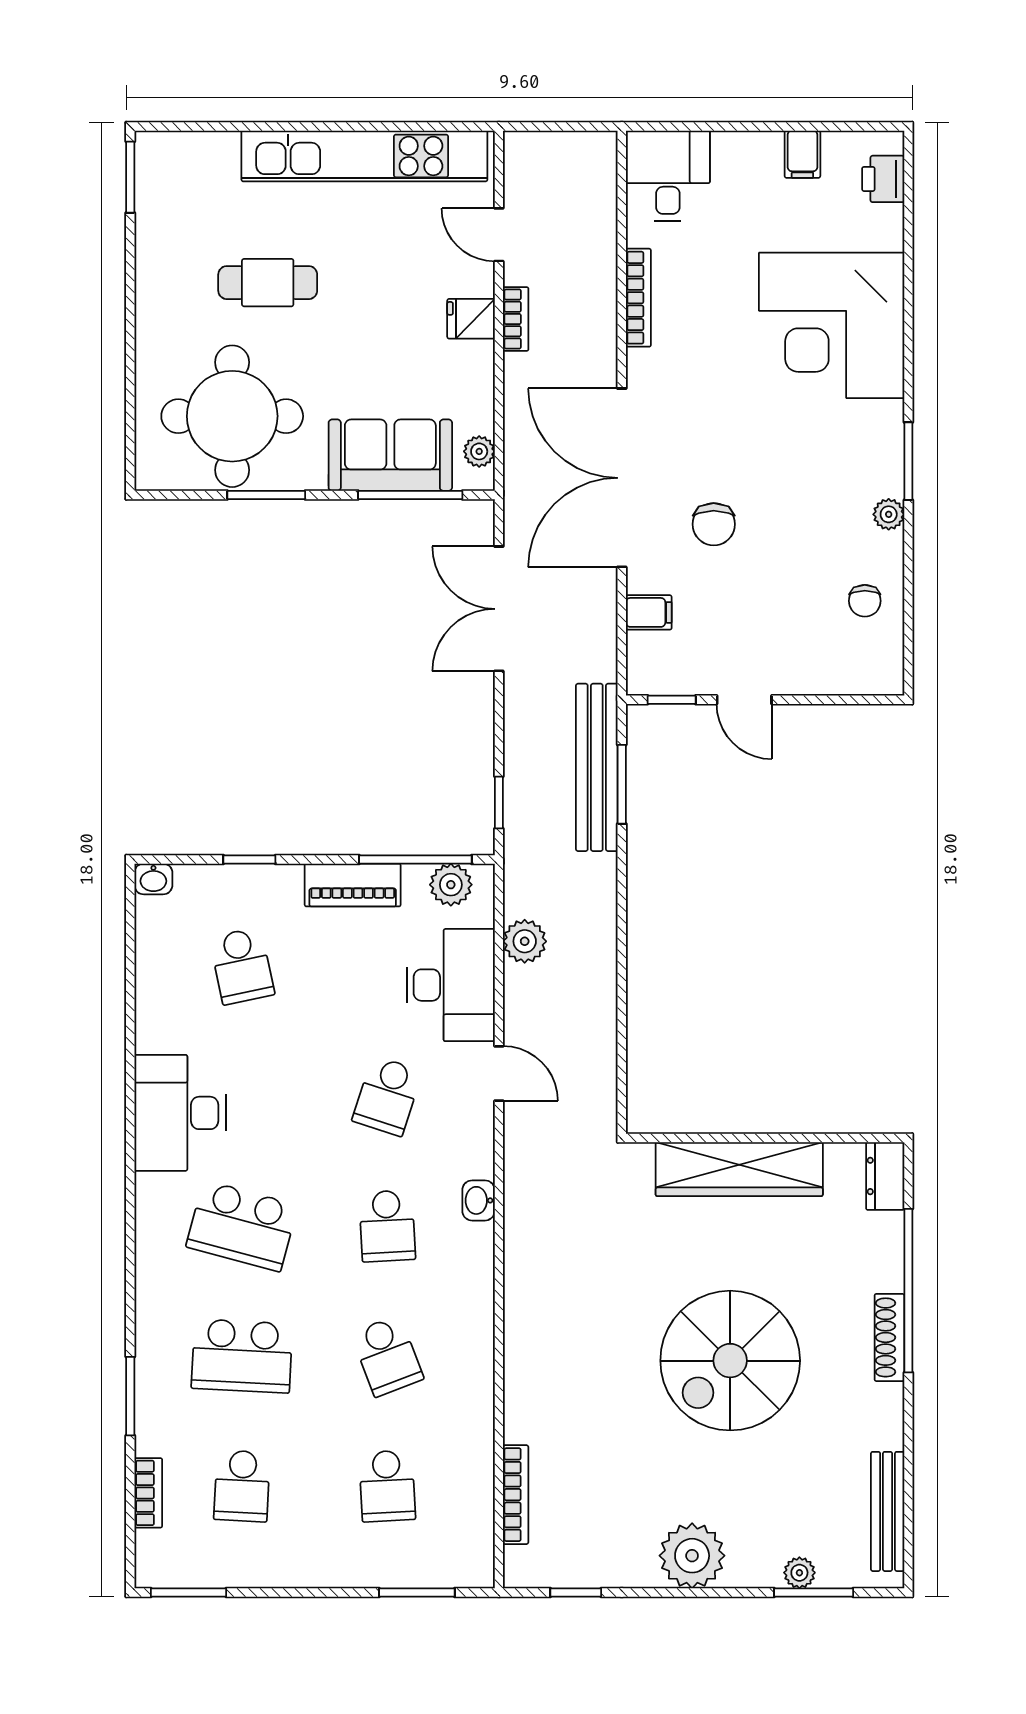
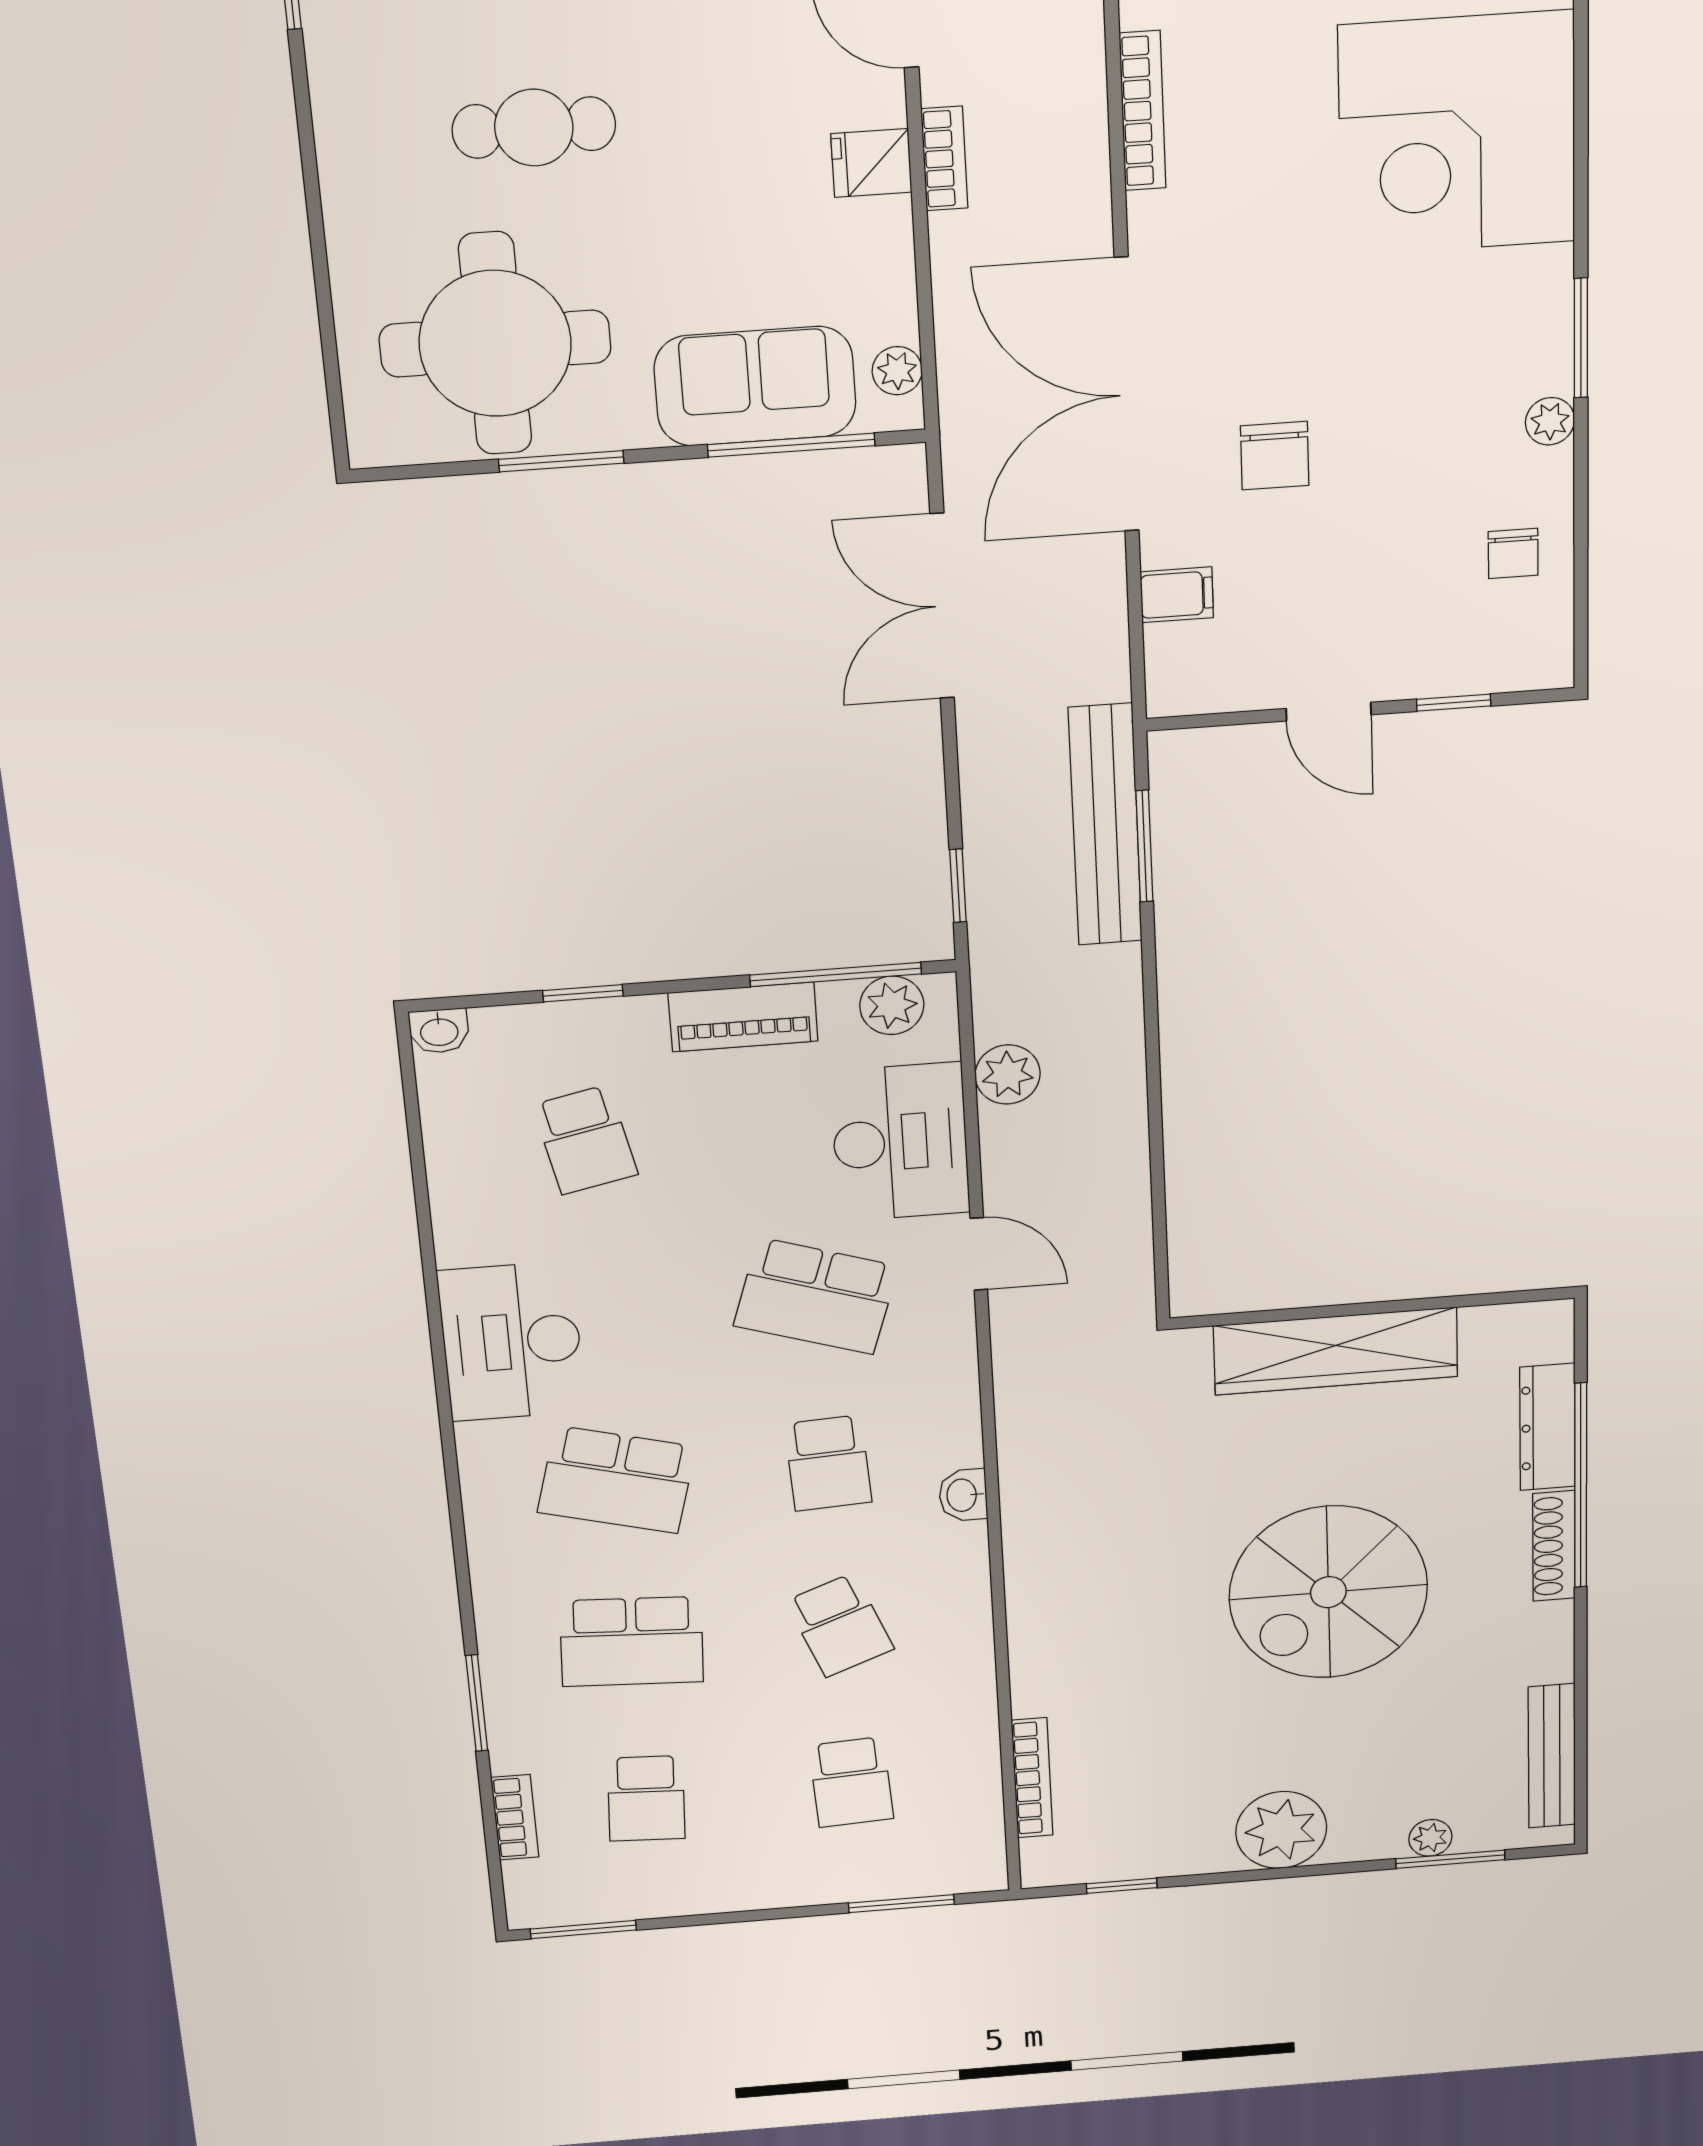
window: (672, 700) -> (1454, 703), moved
school desk: (387, 1096) -> (816, 1296), width x1.85
dresser: (885, 1176) -> (1547, 1427), moved, width x1.44
washbasin: (479, 1200) -> (963, 1495), moved

